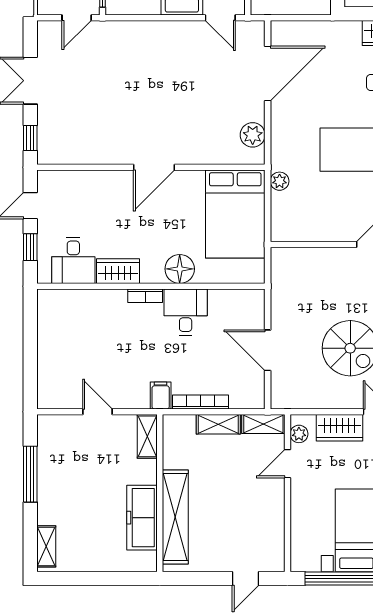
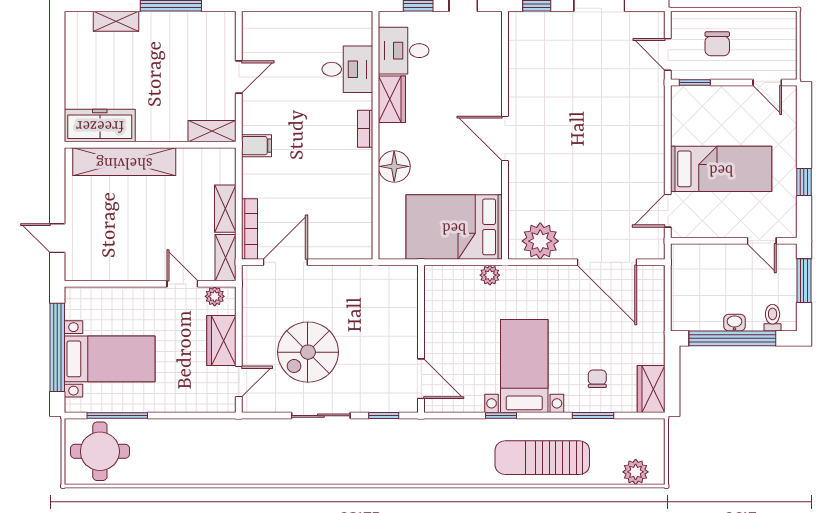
plant: (253, 135) -> (540, 241), width x1.36, depth x1.36
desk: (186, 312) -> (347, 69), moved
door: (268, 350) -> (285, 262), moved
bookcase: (200, 402) -> (250, 229), moved
freezer: (142, 518) -> (100, 125), moved
shelving: (46, 546) -> (116, 21), moved

